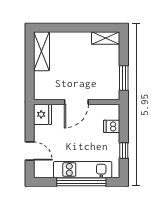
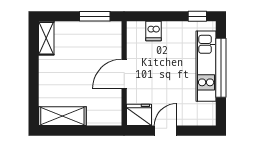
door: (76, 102) -> (124, 74), swing flipped
door: (30, 151) -> (166, 131), moved
window: (124, 151) -> (197, 16), moved

